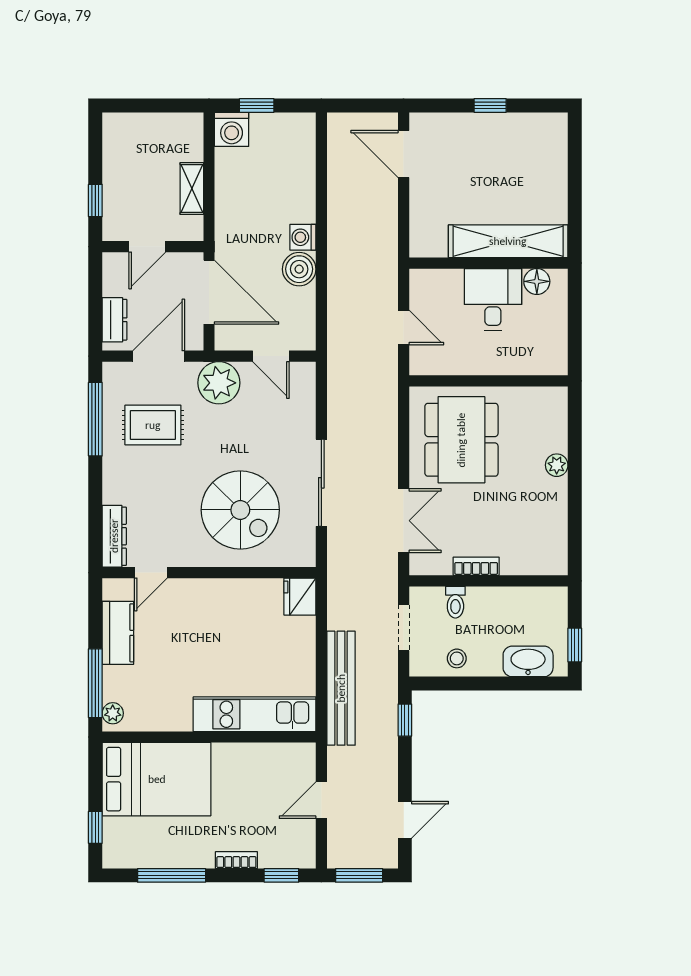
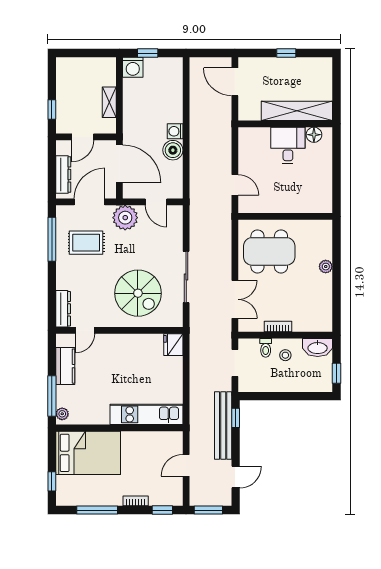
shelving: (508, 241) -> (297, 111), moved
wall: (488, 263) -> (285, 124), moved
floor lamp: (537, 281) -> (314, 135), moved
desk: (493, 299) -> (288, 145), moved
dresser: (115, 320) -> (63, 174), width x1.44
dining table: (461, 440) -> (269, 251), turned 90
stool: (457, 658) -> (285, 355), moved
washbasin: (528, 661) -> (318, 348), moved, turned 180
bench: (341, 688) -> (223, 426), moved

